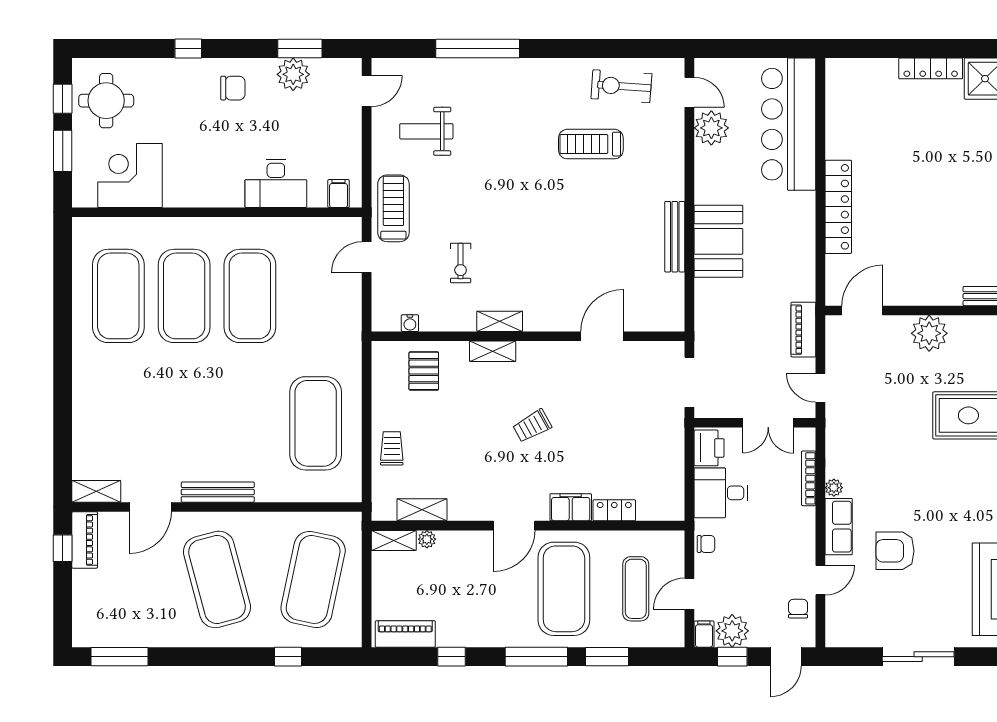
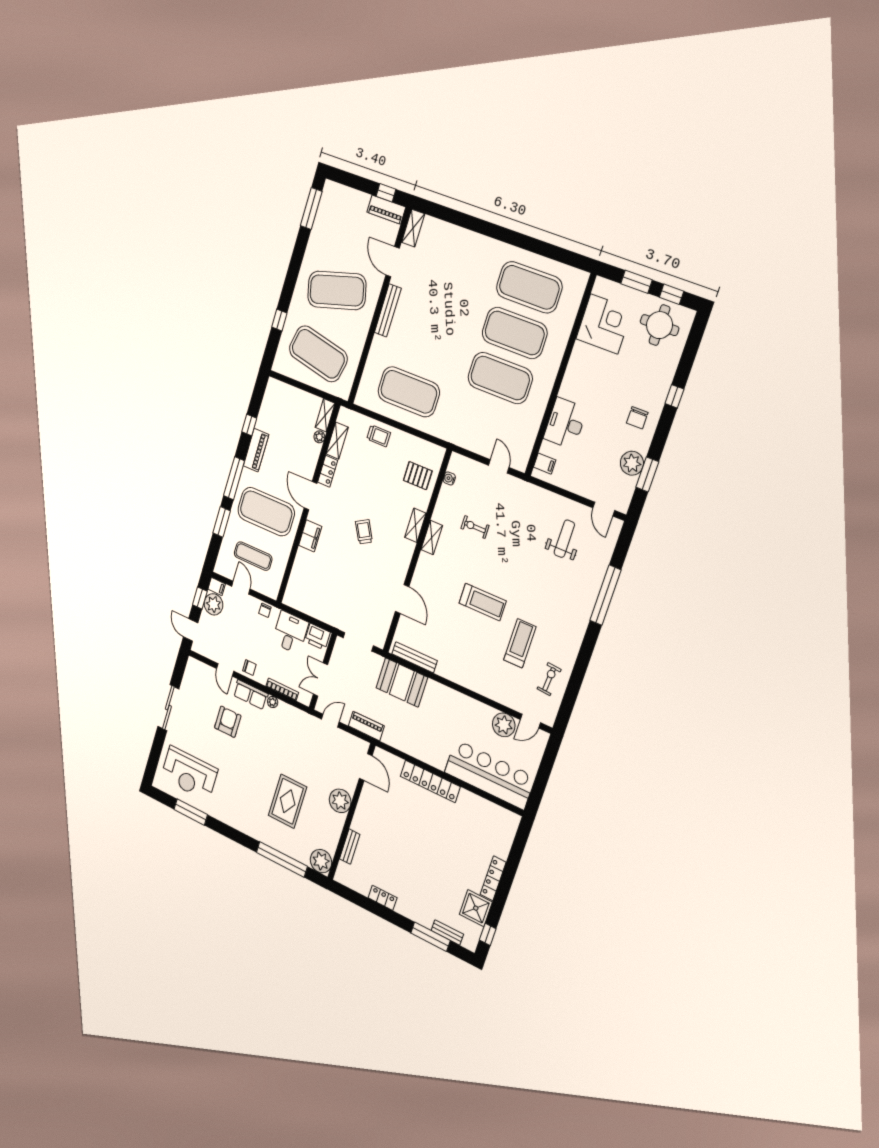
exercise bike: (621, 86) -> (549, 679), width x0.73, depth x0.72
treadmill: (393, 208) -> (483, 602), moved
bench: (675, 237) -> (415, 657), moved
booth: (718, 241) -> (402, 683), moved
locker: (614, 510) -> (328, 471), moved
chair: (798, 609) -> (249, 668), moved
piano: (405, 634) -> (256, 450), moved

